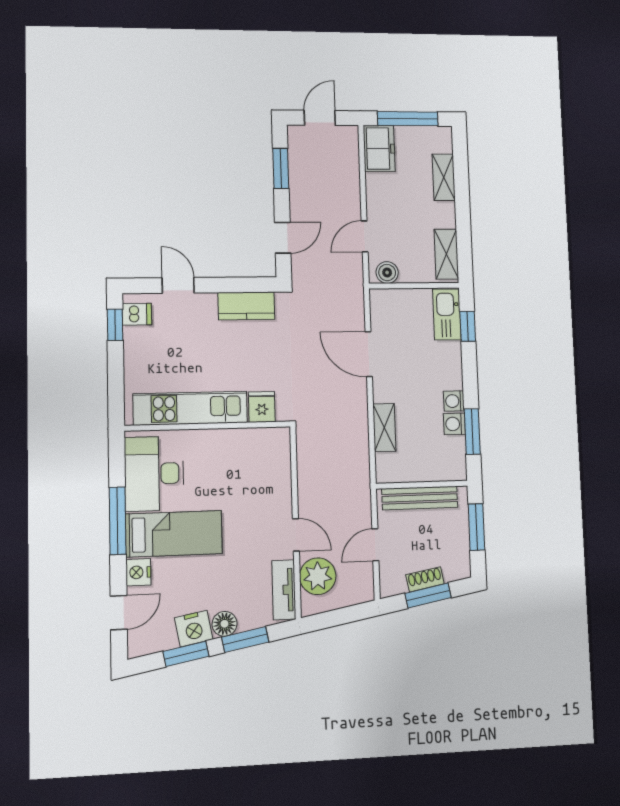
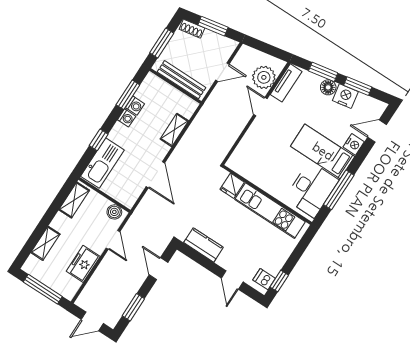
freezer: (379, 149) -> (83, 264), moved
door: (365, 236) -> (113, 240), hinge flipped
door: (283, 238) -> (159, 269), hinge flipped
kitchen sink: (447, 314) -> (102, 163), width x1.36, depth x1.24
window: (468, 326) -> (99, 140), moved
window: (118, 521) -> (339, 190), moved
shoe rack: (425, 579) -> (192, 29), moved

